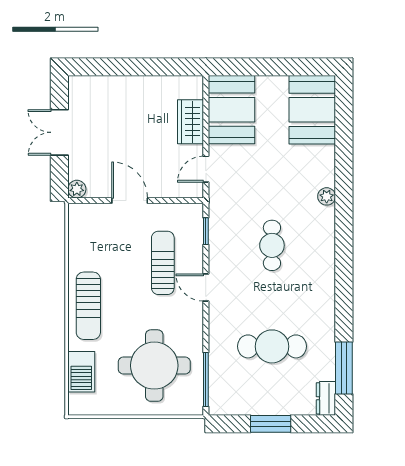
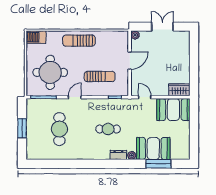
booth: (312, 110) -> (153, 148), moved
wardrobe: (191, 122) -> (179, 90), moved
door: (206, 288) -> (75, 97), moved
window: (344, 368) -> (158, 164), moved
barbecue: (81, 372) -> (36, 37), moved
dresser: (326, 398) -> (118, 155), moved

